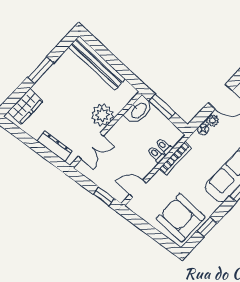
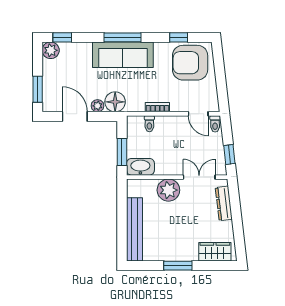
floor lamp: (203, 129) -> (115, 102), width x1.89, depth x1.89
toilet: (156, 154) -> (215, 124), moved
bookcase: (175, 159) -> (157, 107), width x0.64
window: (104, 196) -> (229, 155), moved
armchair: (181, 218) -> (190, 63), turned 90

